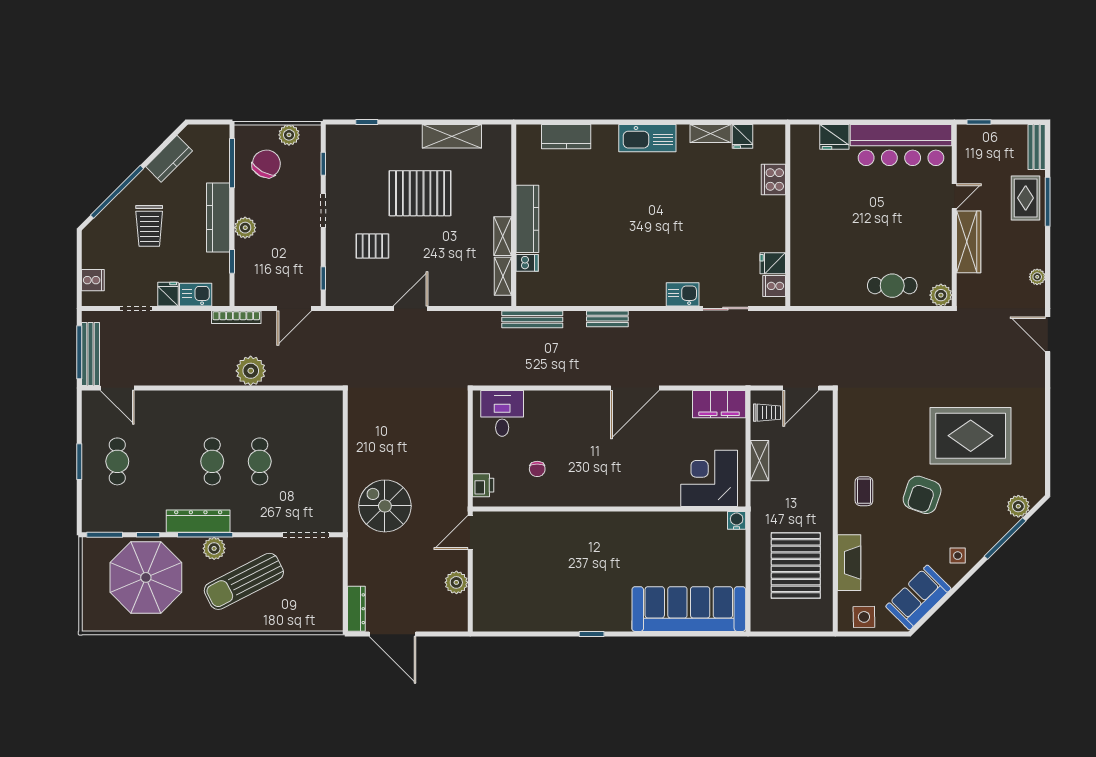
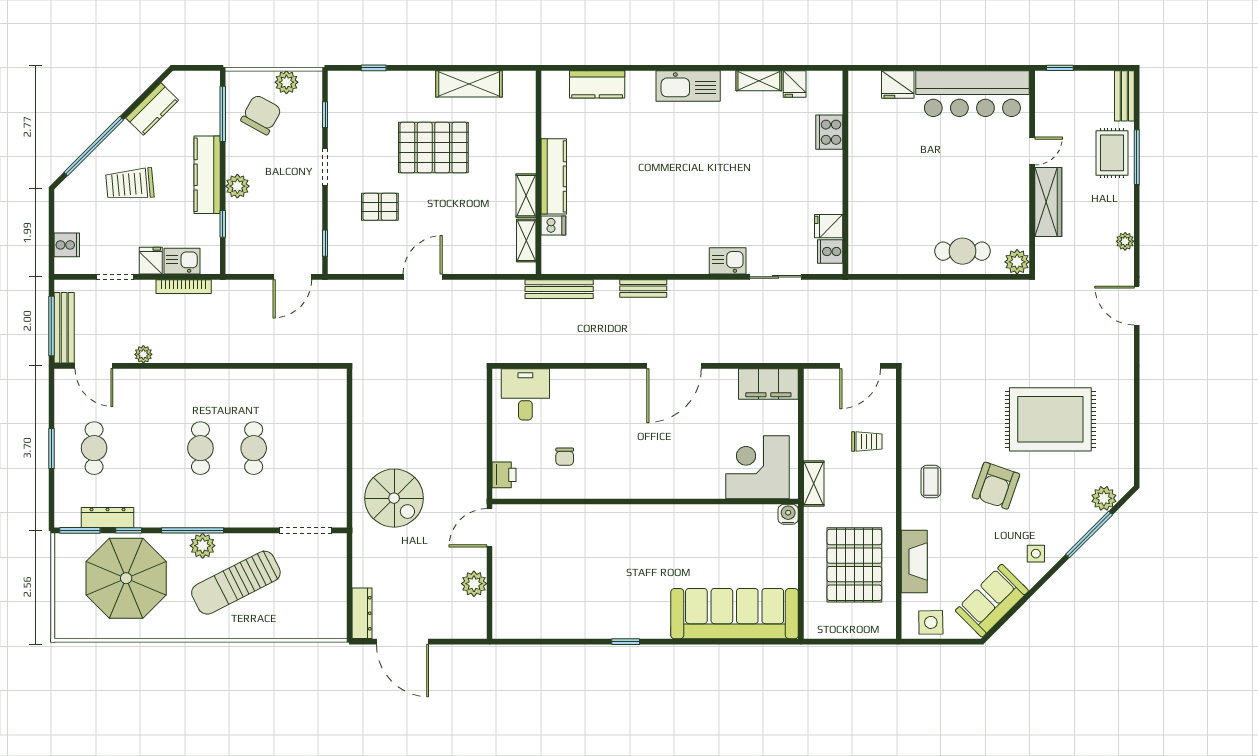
trolley: (149, 226) -> (130, 184), turned 85
bookcase: (236, 317) -> (184, 287), moved
plant: (251, 371) -> (143, 354), moved, width x0.53, depth x0.53
trolley: (767, 413) -> (867, 441), moved
shelving: (759, 461) -> (814, 483), moved
spiral stairs: (385, 506) -> (394, 498), turned 180
dresser: (198, 521) -> (108, 518), moved, width x0.73, depth x0.80

